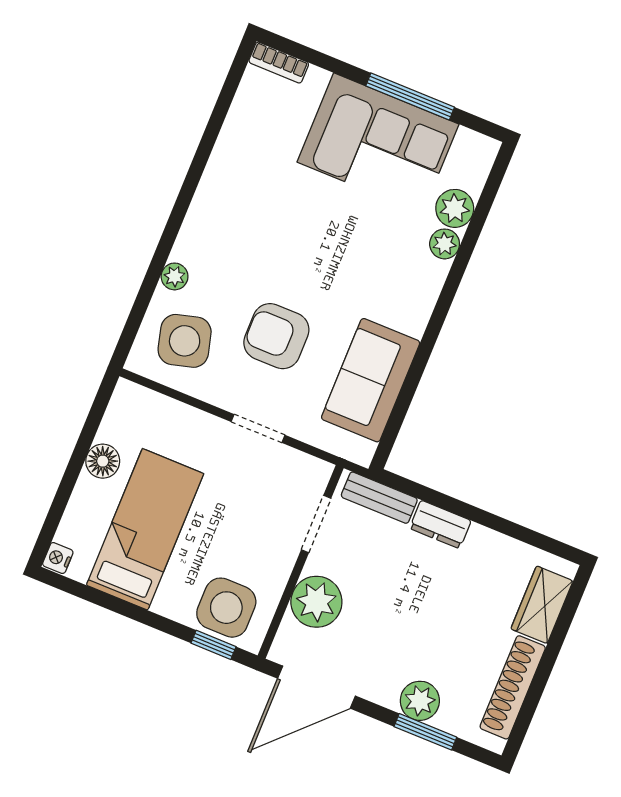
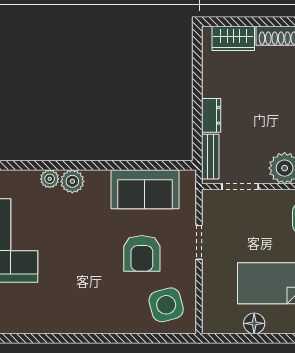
plant: (455, 208) -> (72, 181), moved
plant: (175, 276) -> (132, 326), removed

